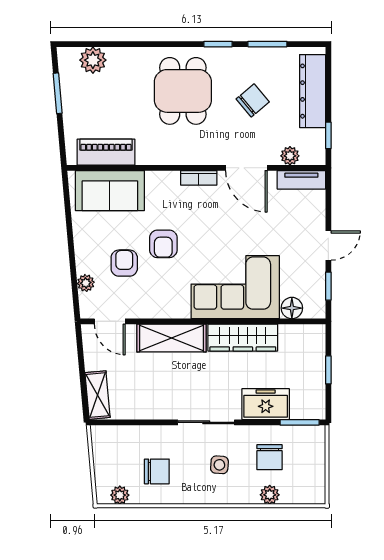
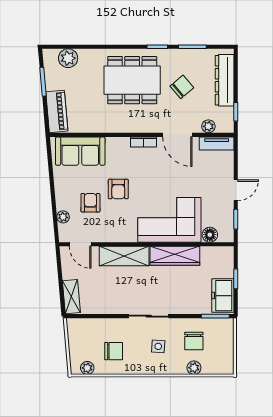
dining table: (183, 91) -> (132, 80), width x1.38
piano: (106, 152) -> (57, 111), moved, turned 85
freezer: (266, 404) -> (223, 296), moved, turned -90

